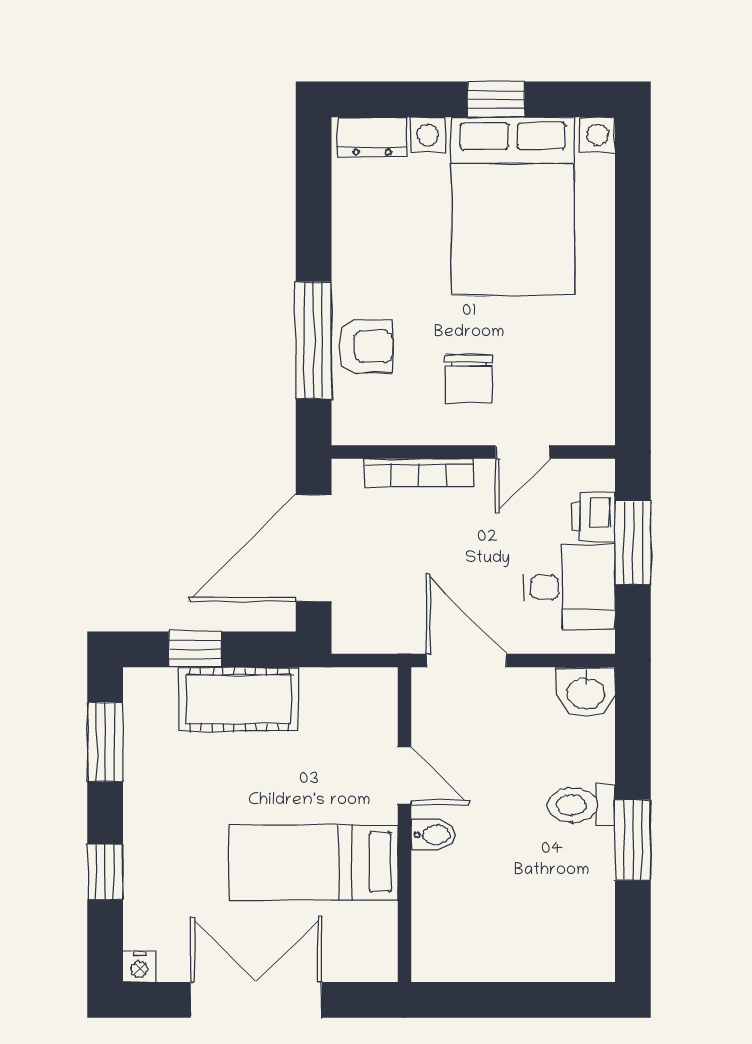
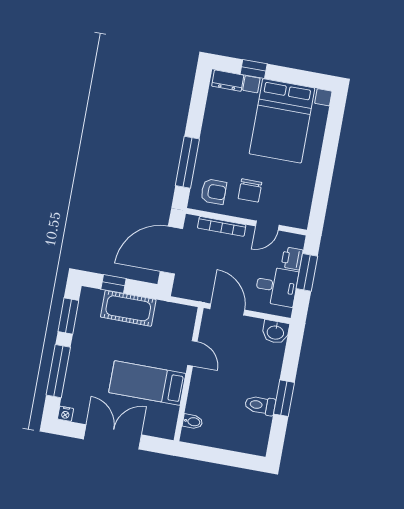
window: (496, 99) -> (254, 69), moved
armchair: (366, 346) -> (214, 192), moved
toilet: (581, 805) -> (260, 405), moved
bidet: (433, 835) -> (193, 422), moved
window: (105, 872) -> (58, 371), width x2.17

